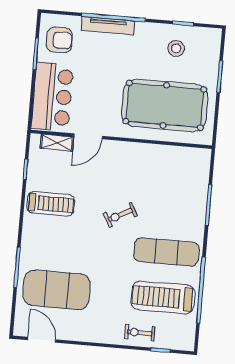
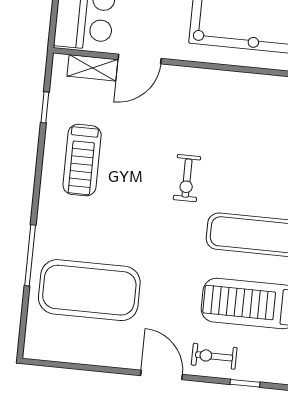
treadmill: (51, 204) -> (82, 160), turned 90
exercise bike: (120, 215) -> (187, 178), turned -62
door: (42, 340) -> (162, 375), moved

